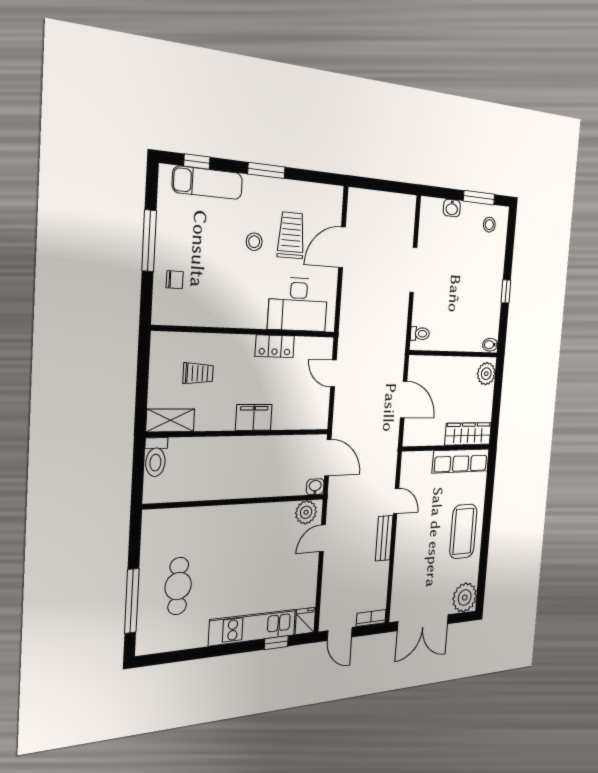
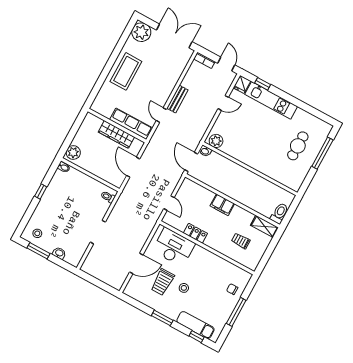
wardrobe: (468, 434) -> (116, 134), moved
row of seats: (461, 461) -> (131, 124), moved
door: (322, 538) -> (223, 103), moved

